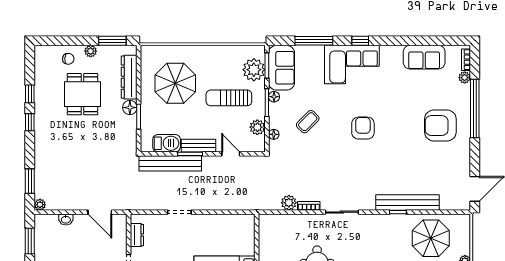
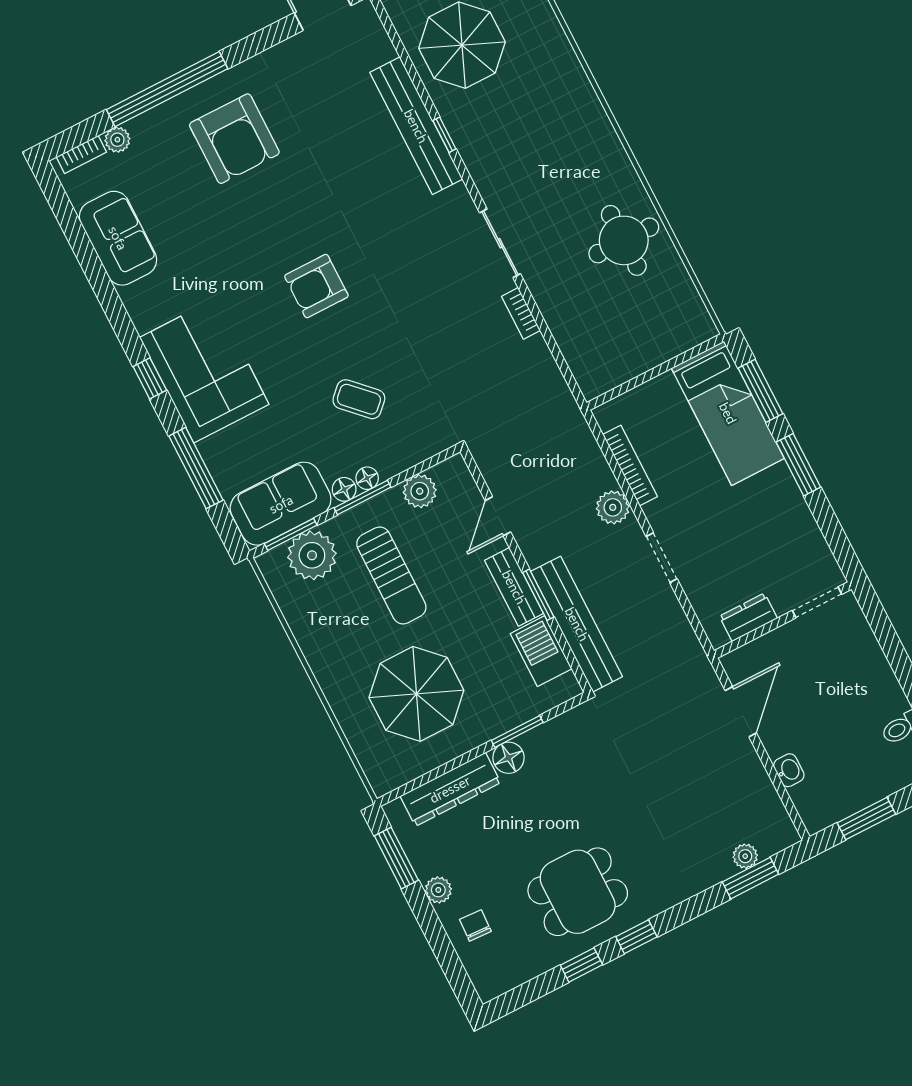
dining table: (82, 94) -> (578, 892), moved
floor lamp: (274, 134) -> (367, 478), moved
plant: (289, 203) -> (613, 507), moved
plant: (40, 205) -> (745, 856), moved
bookcase: (224, 219) -> (630, 465), added

